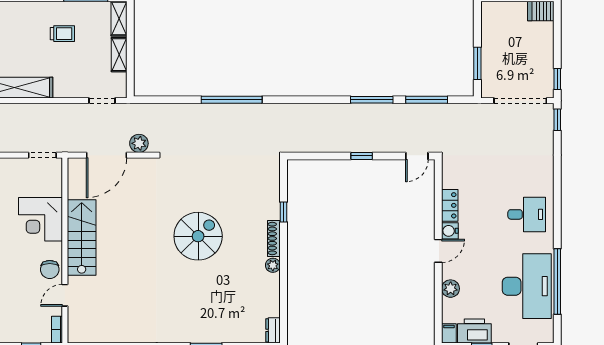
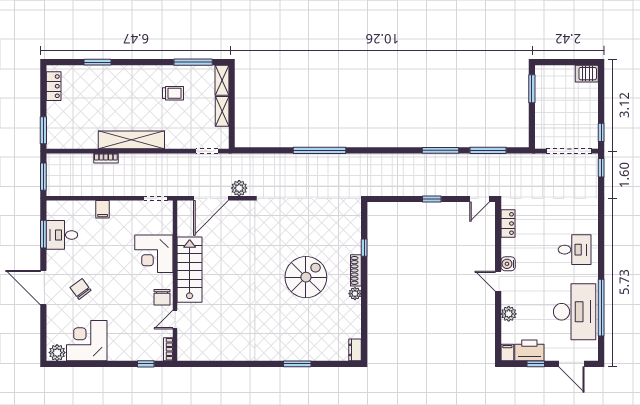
window: (477, 63) -> (532, 89), moved
locker: (450, 205) -> (508, 223), moved
spiral stairs: (198, 236) -> (306, 277), moved
door: (438, 251) -> (498, 281), swing flipped

